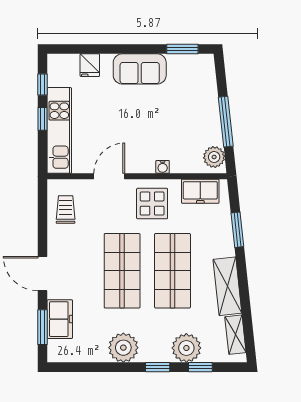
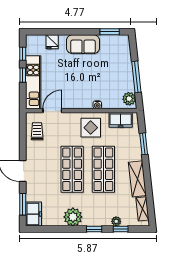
door: (109, 176) -> (52, 111), moved
freezer: (60, 319) -> (34, 214), moved
plant: (186, 348) -> (116, 221), width x0.53, depth x0.53

